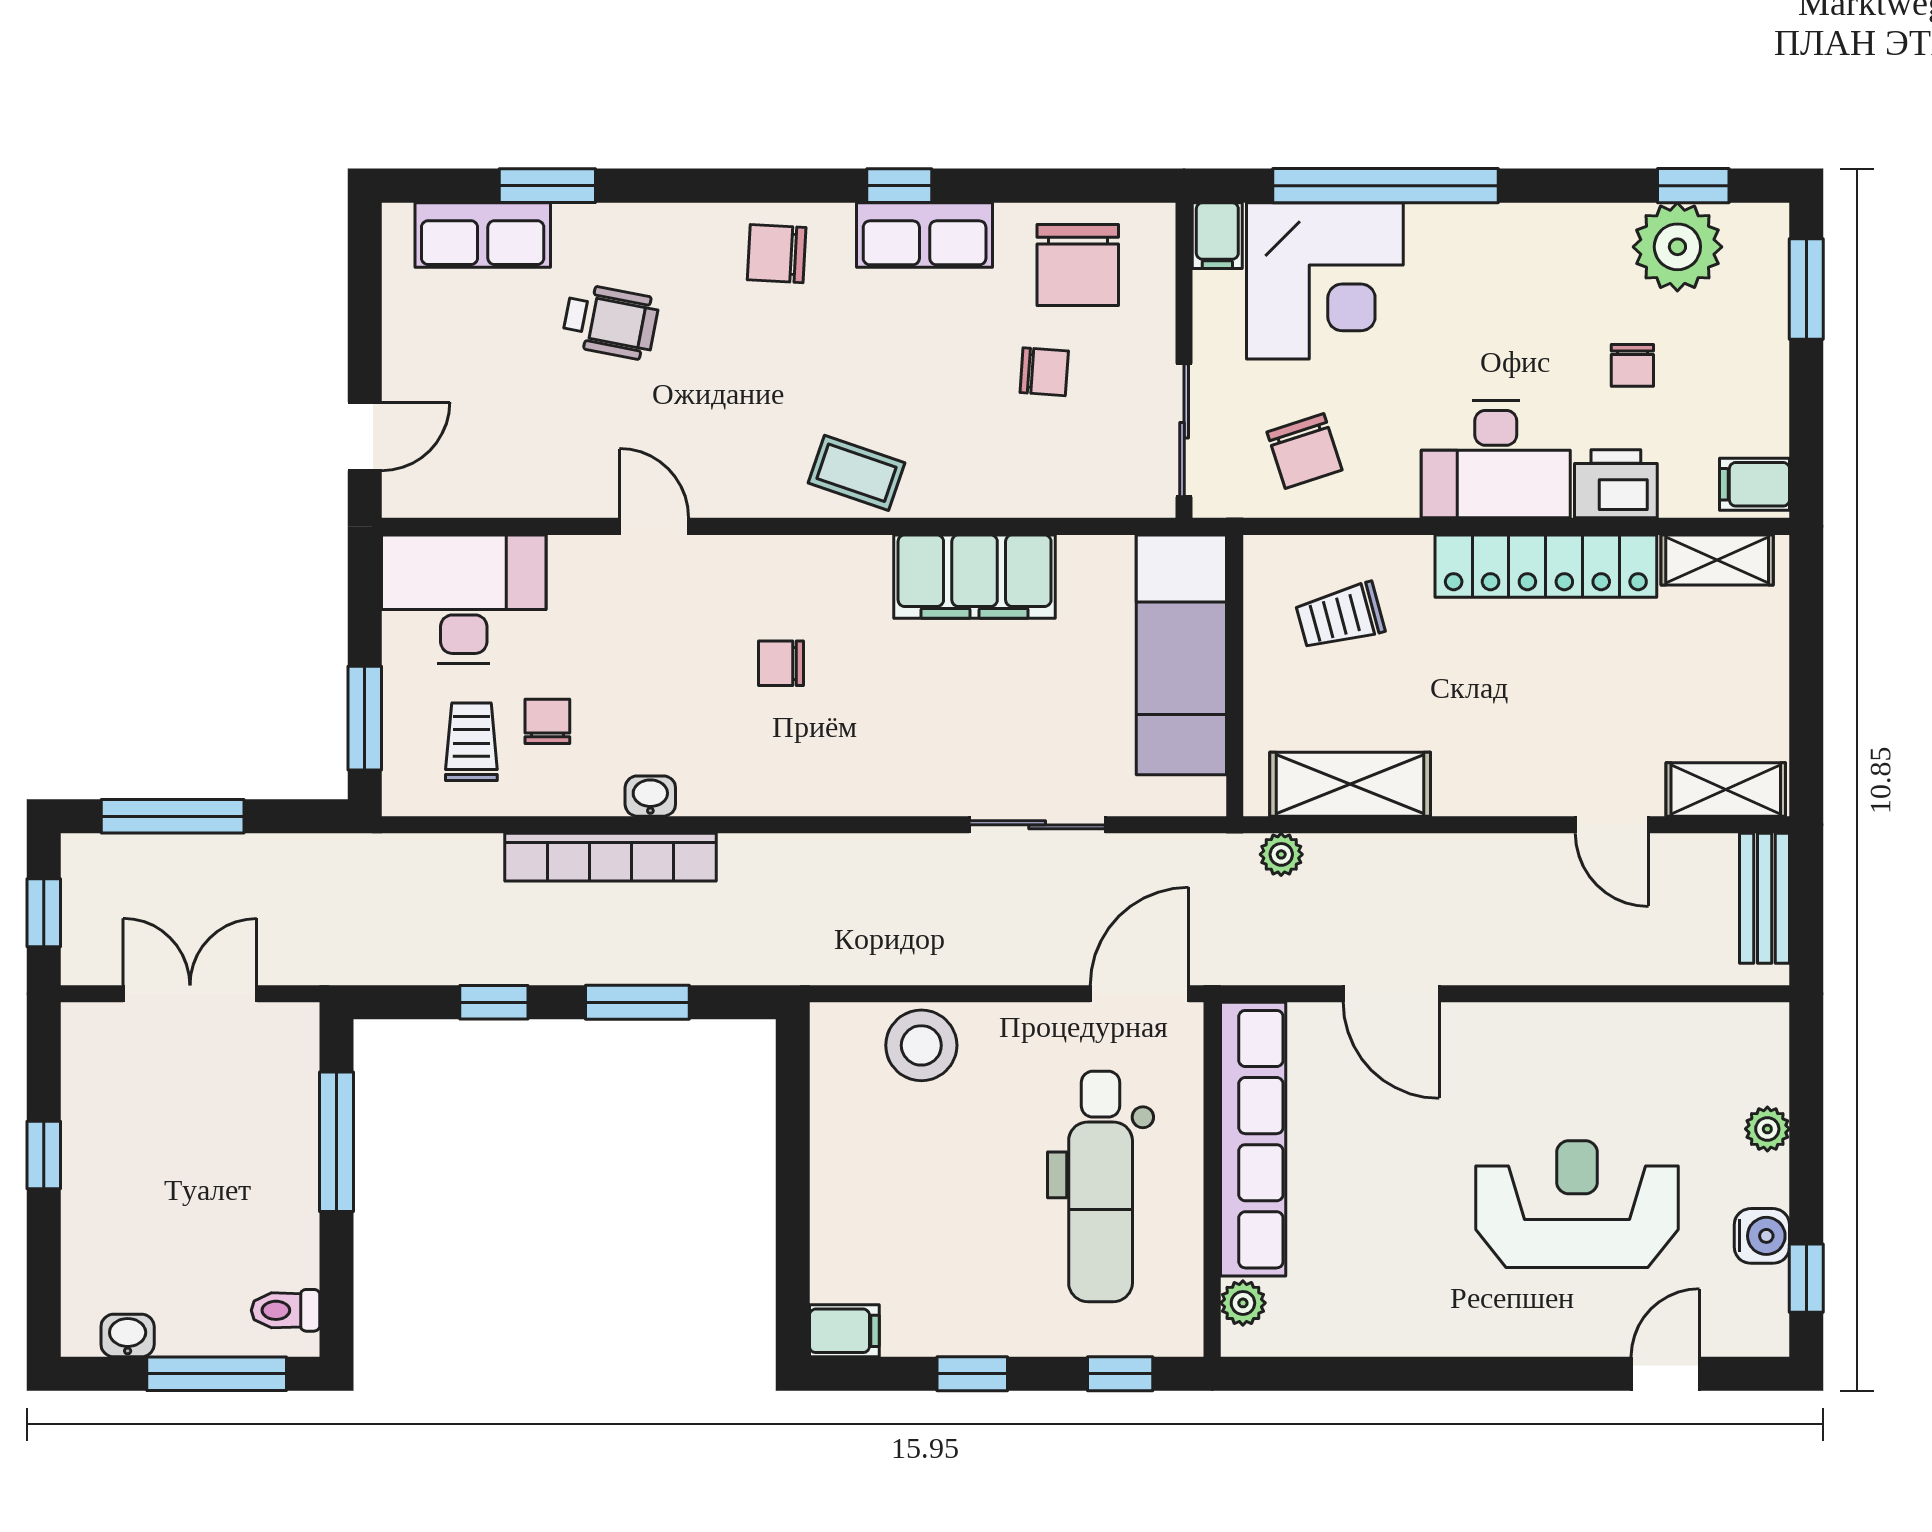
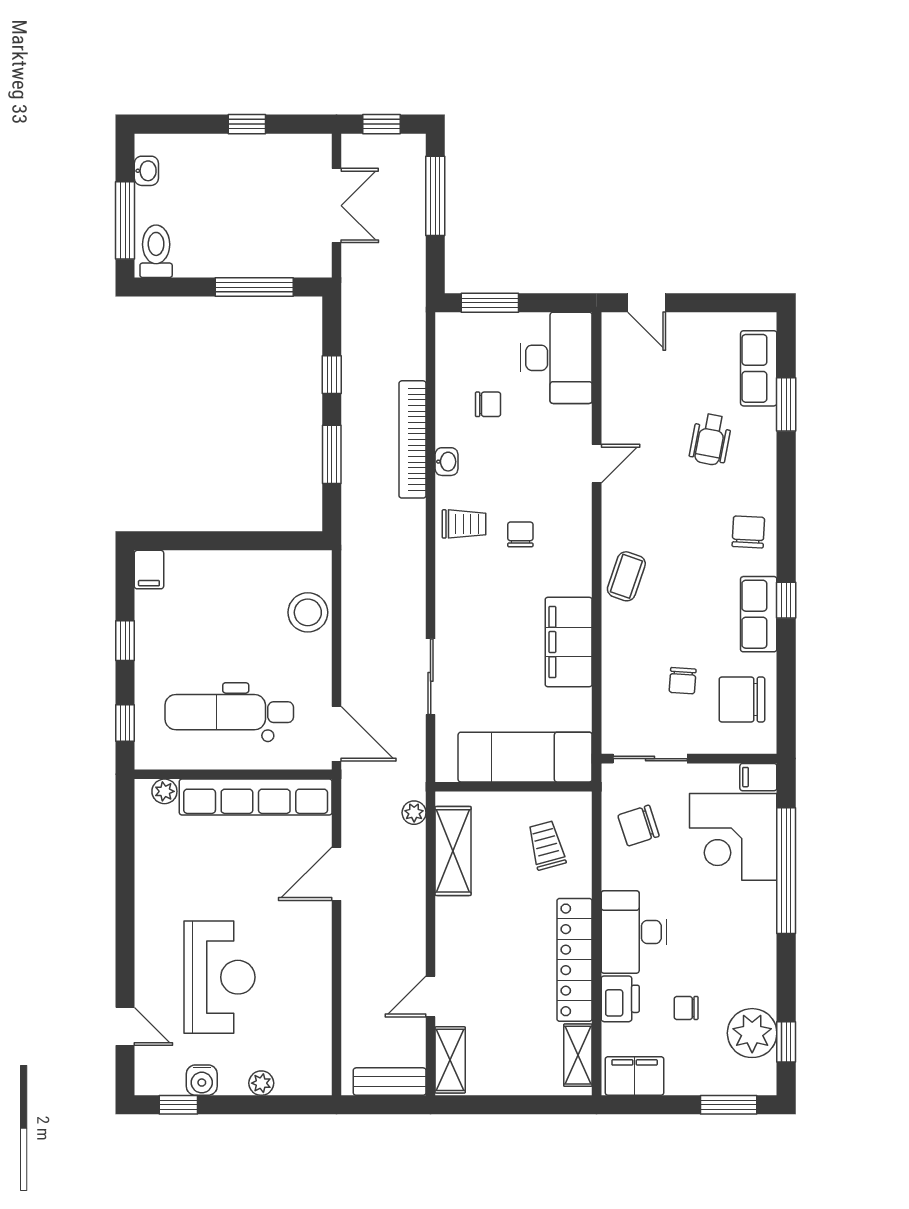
filing cabinet: (1755, 484) -> (635, 1076), width x2.00
trolley: (471, 742) -> (464, 524), moved
toilet: (285, 1310) -> (156, 251), width x1.37, depth x1.39

